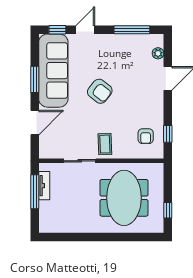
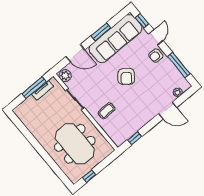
door: (85, 30) -> (156, 37), hinge flipped
armchair: (146, 136) -> (156, 56), moved
coffee table: (105, 144) -> (106, 111), moved
plant: (48, 151) -> (65, 76), added
meeting table: (124, 198) -> (75, 144), turned 90

